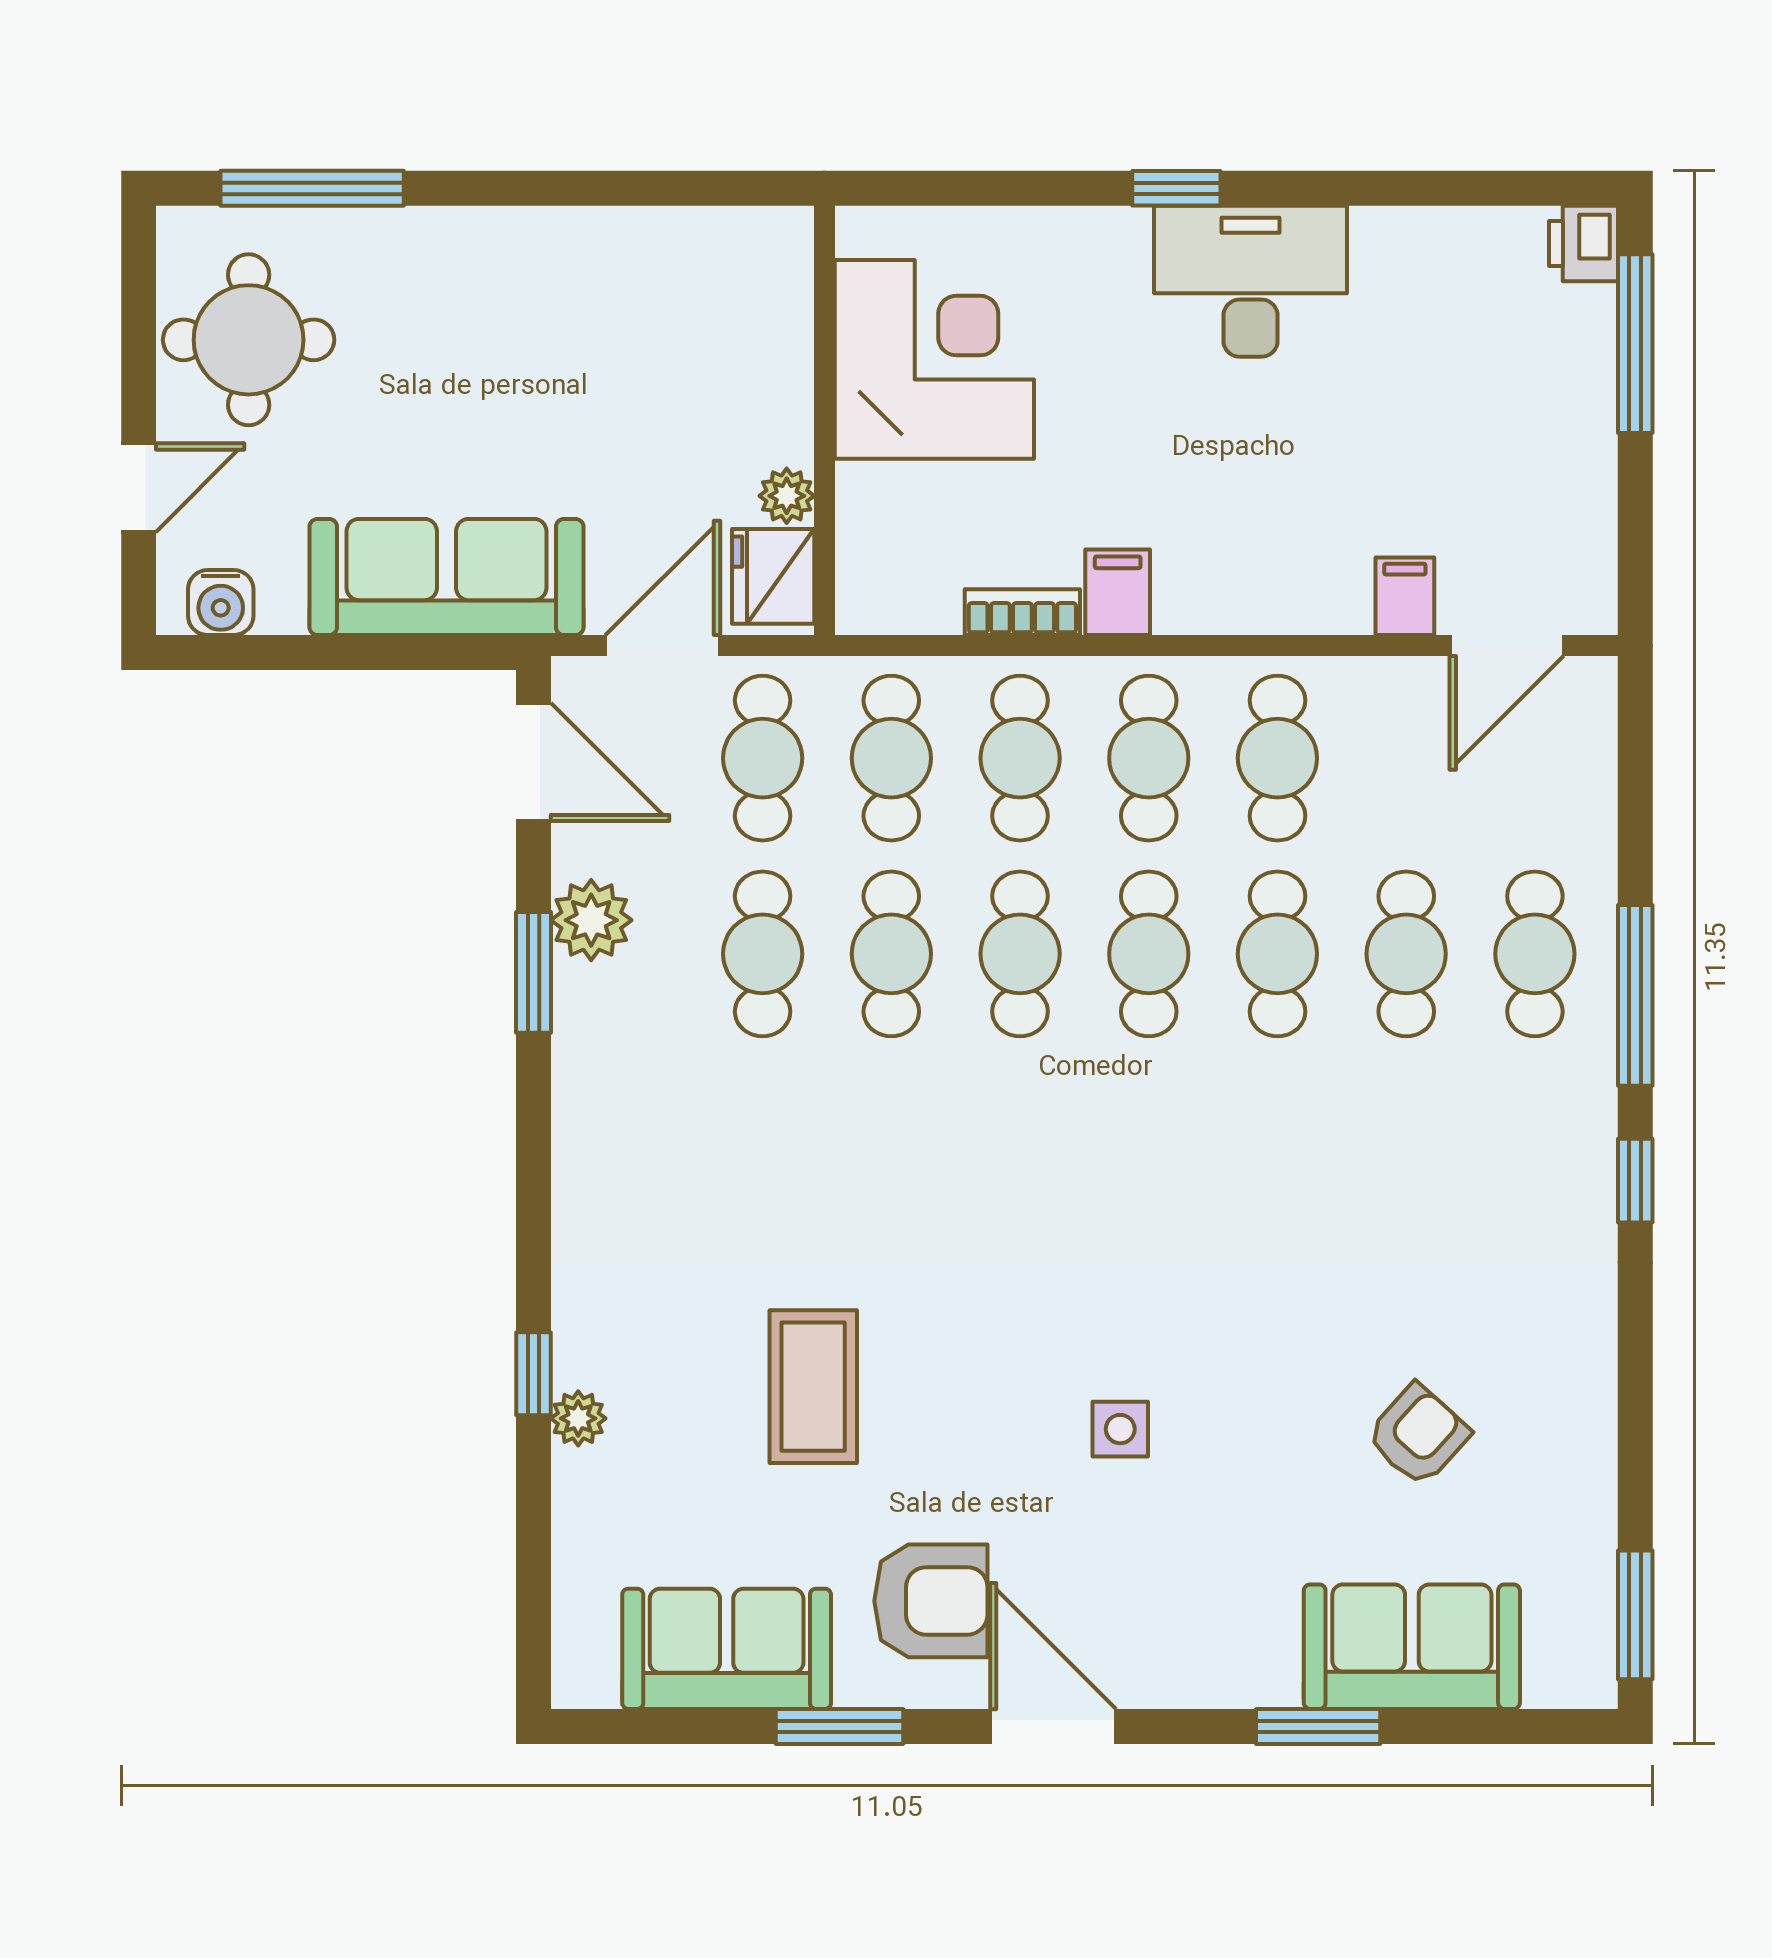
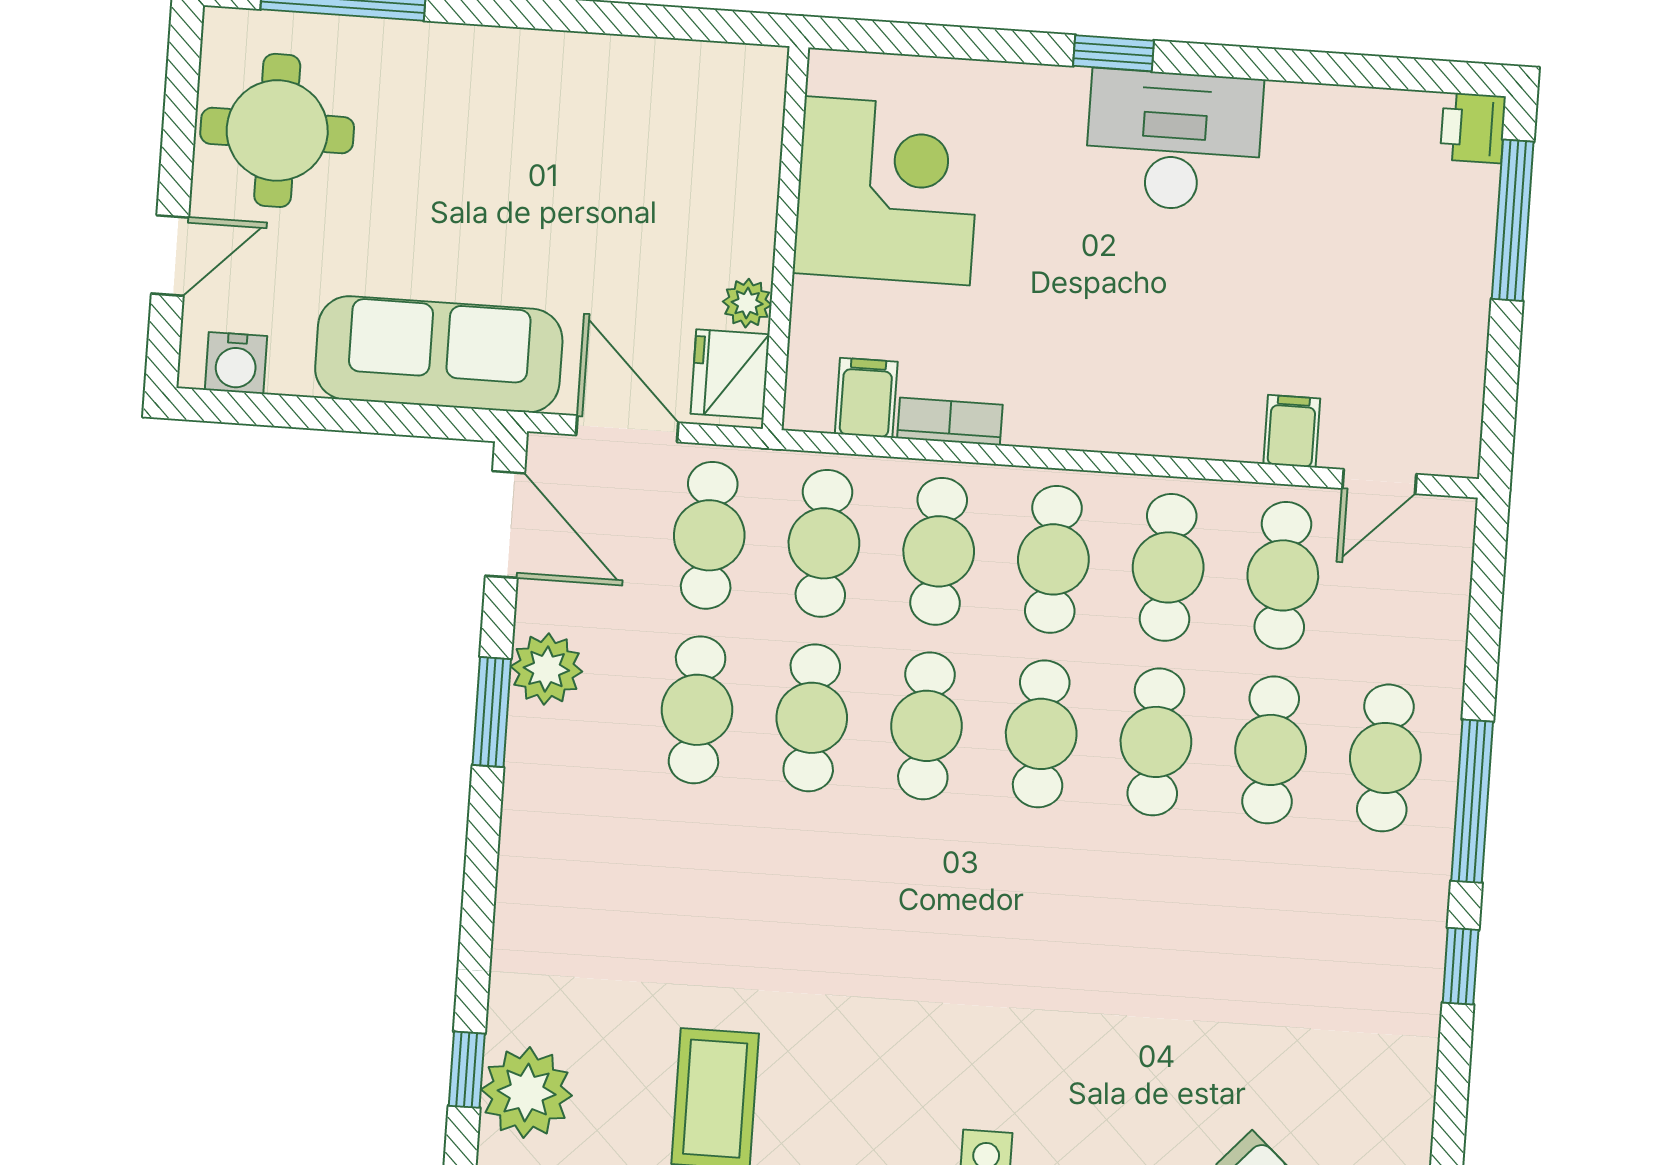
filing cabinet: (1118, 592) -> (866, 398), moved
door: (663, 646) -> (627, 429), hinge flipped
door: (1507, 646) -> (1379, 481), width x0.73
cafe table: (1406, 758) -> (1283, 575), added
plant: (578, 1418) -> (527, 1092), width x1.88, depth x1.88

